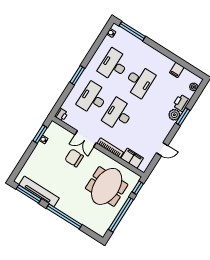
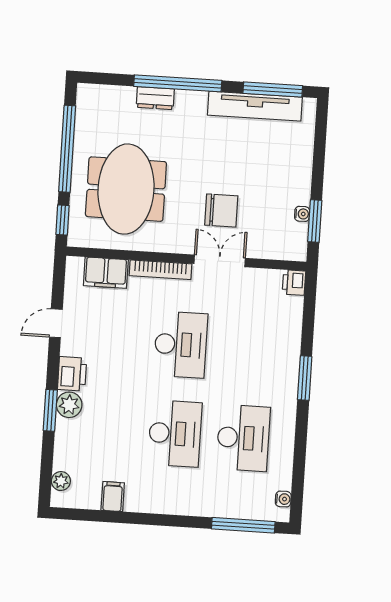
desk: (139, 81) -> (175, 434), turned 180
desk: (93, 98) -> (249, 349), removed
printer: (181, 103) -> (72, 374), moved
dresser: (76, 216) -> (155, 98), added

